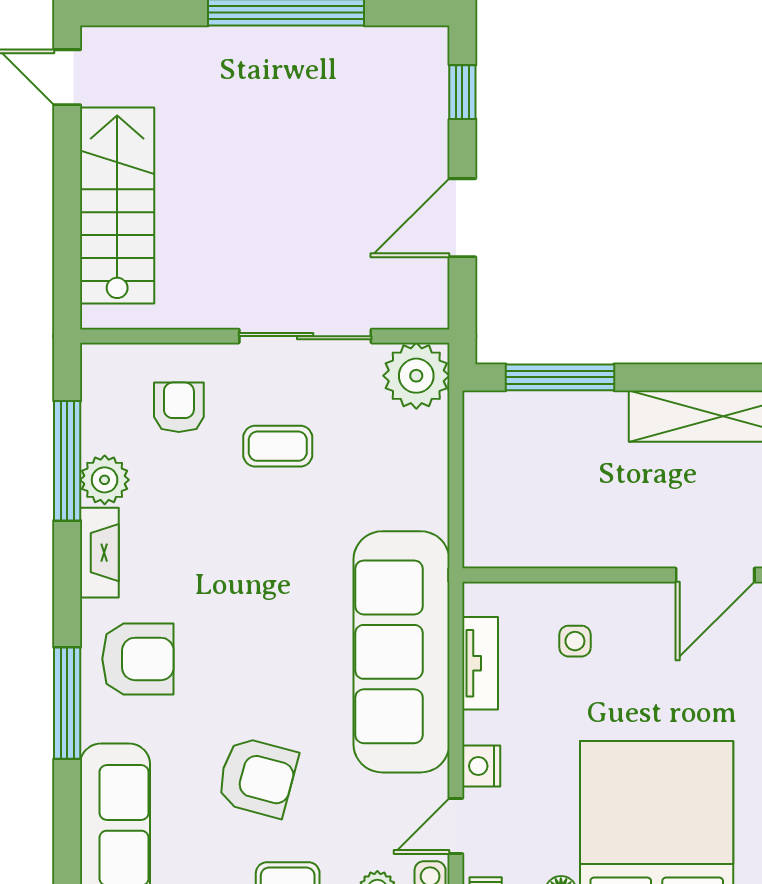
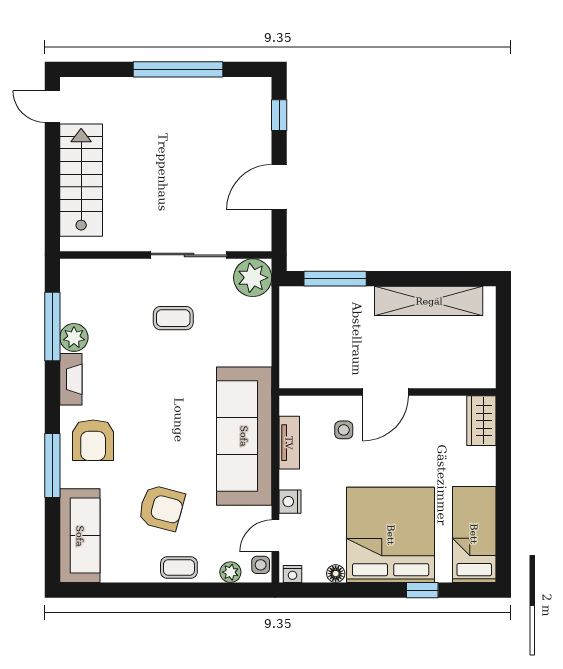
armchair: (179, 407) -> (117, 296), removed
door: (715, 575) -> (386, 392), moved
armchair: (138, 659) -> (93, 440), turned 90

